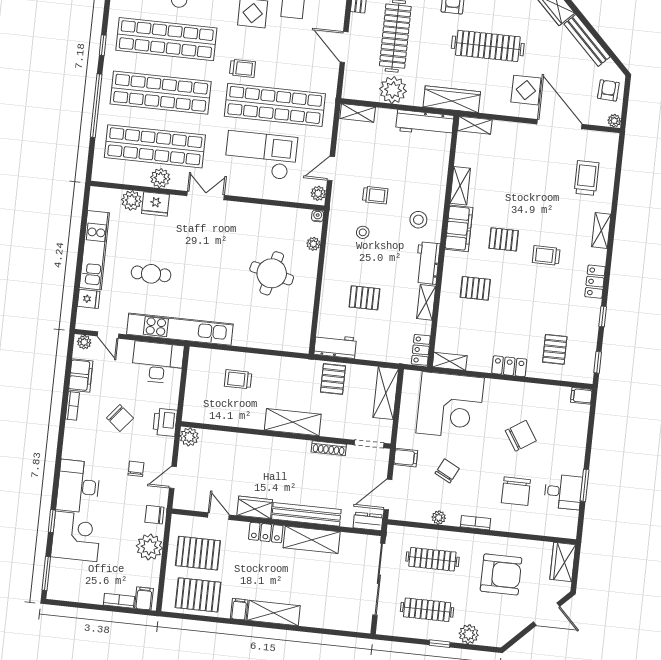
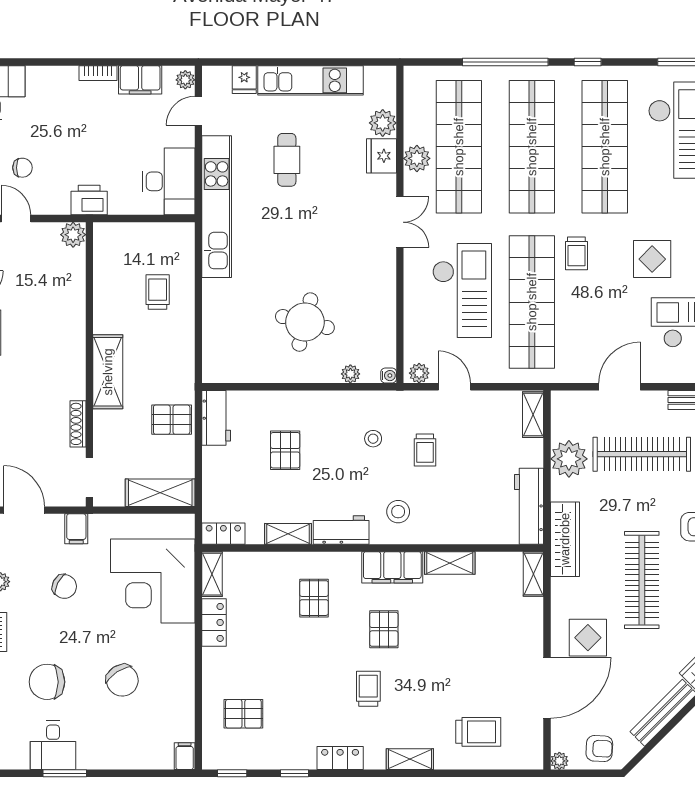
locker: (509, 366) -> (214, 622), moved
chair: (120, 418) -> (89, 139), removed

